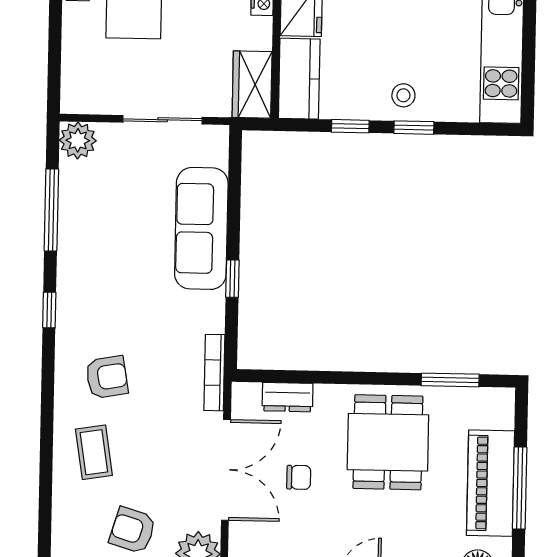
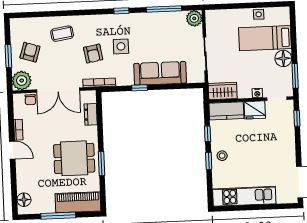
side table: (133, 316) -> (121, 46), added
armchair: (107, 377) -> (93, 54), moved
window: (450, 380) -> (102, 163), moved
chair: (299, 477) -> (30, 100), moved
piano: (490, 483) -> (78, 202), moved

